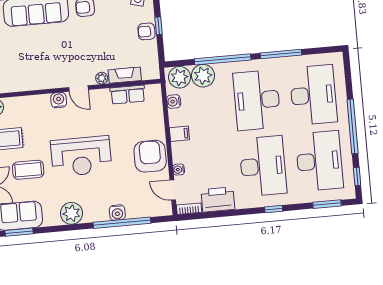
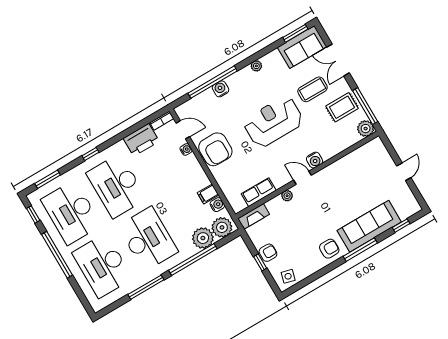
fireplace: (125, 75) -> (254, 216), moved
filing cabinet: (179, 134) -> (208, 194), moved
plant: (71, 213) -> (256, 66), width x0.53, depth x0.53

